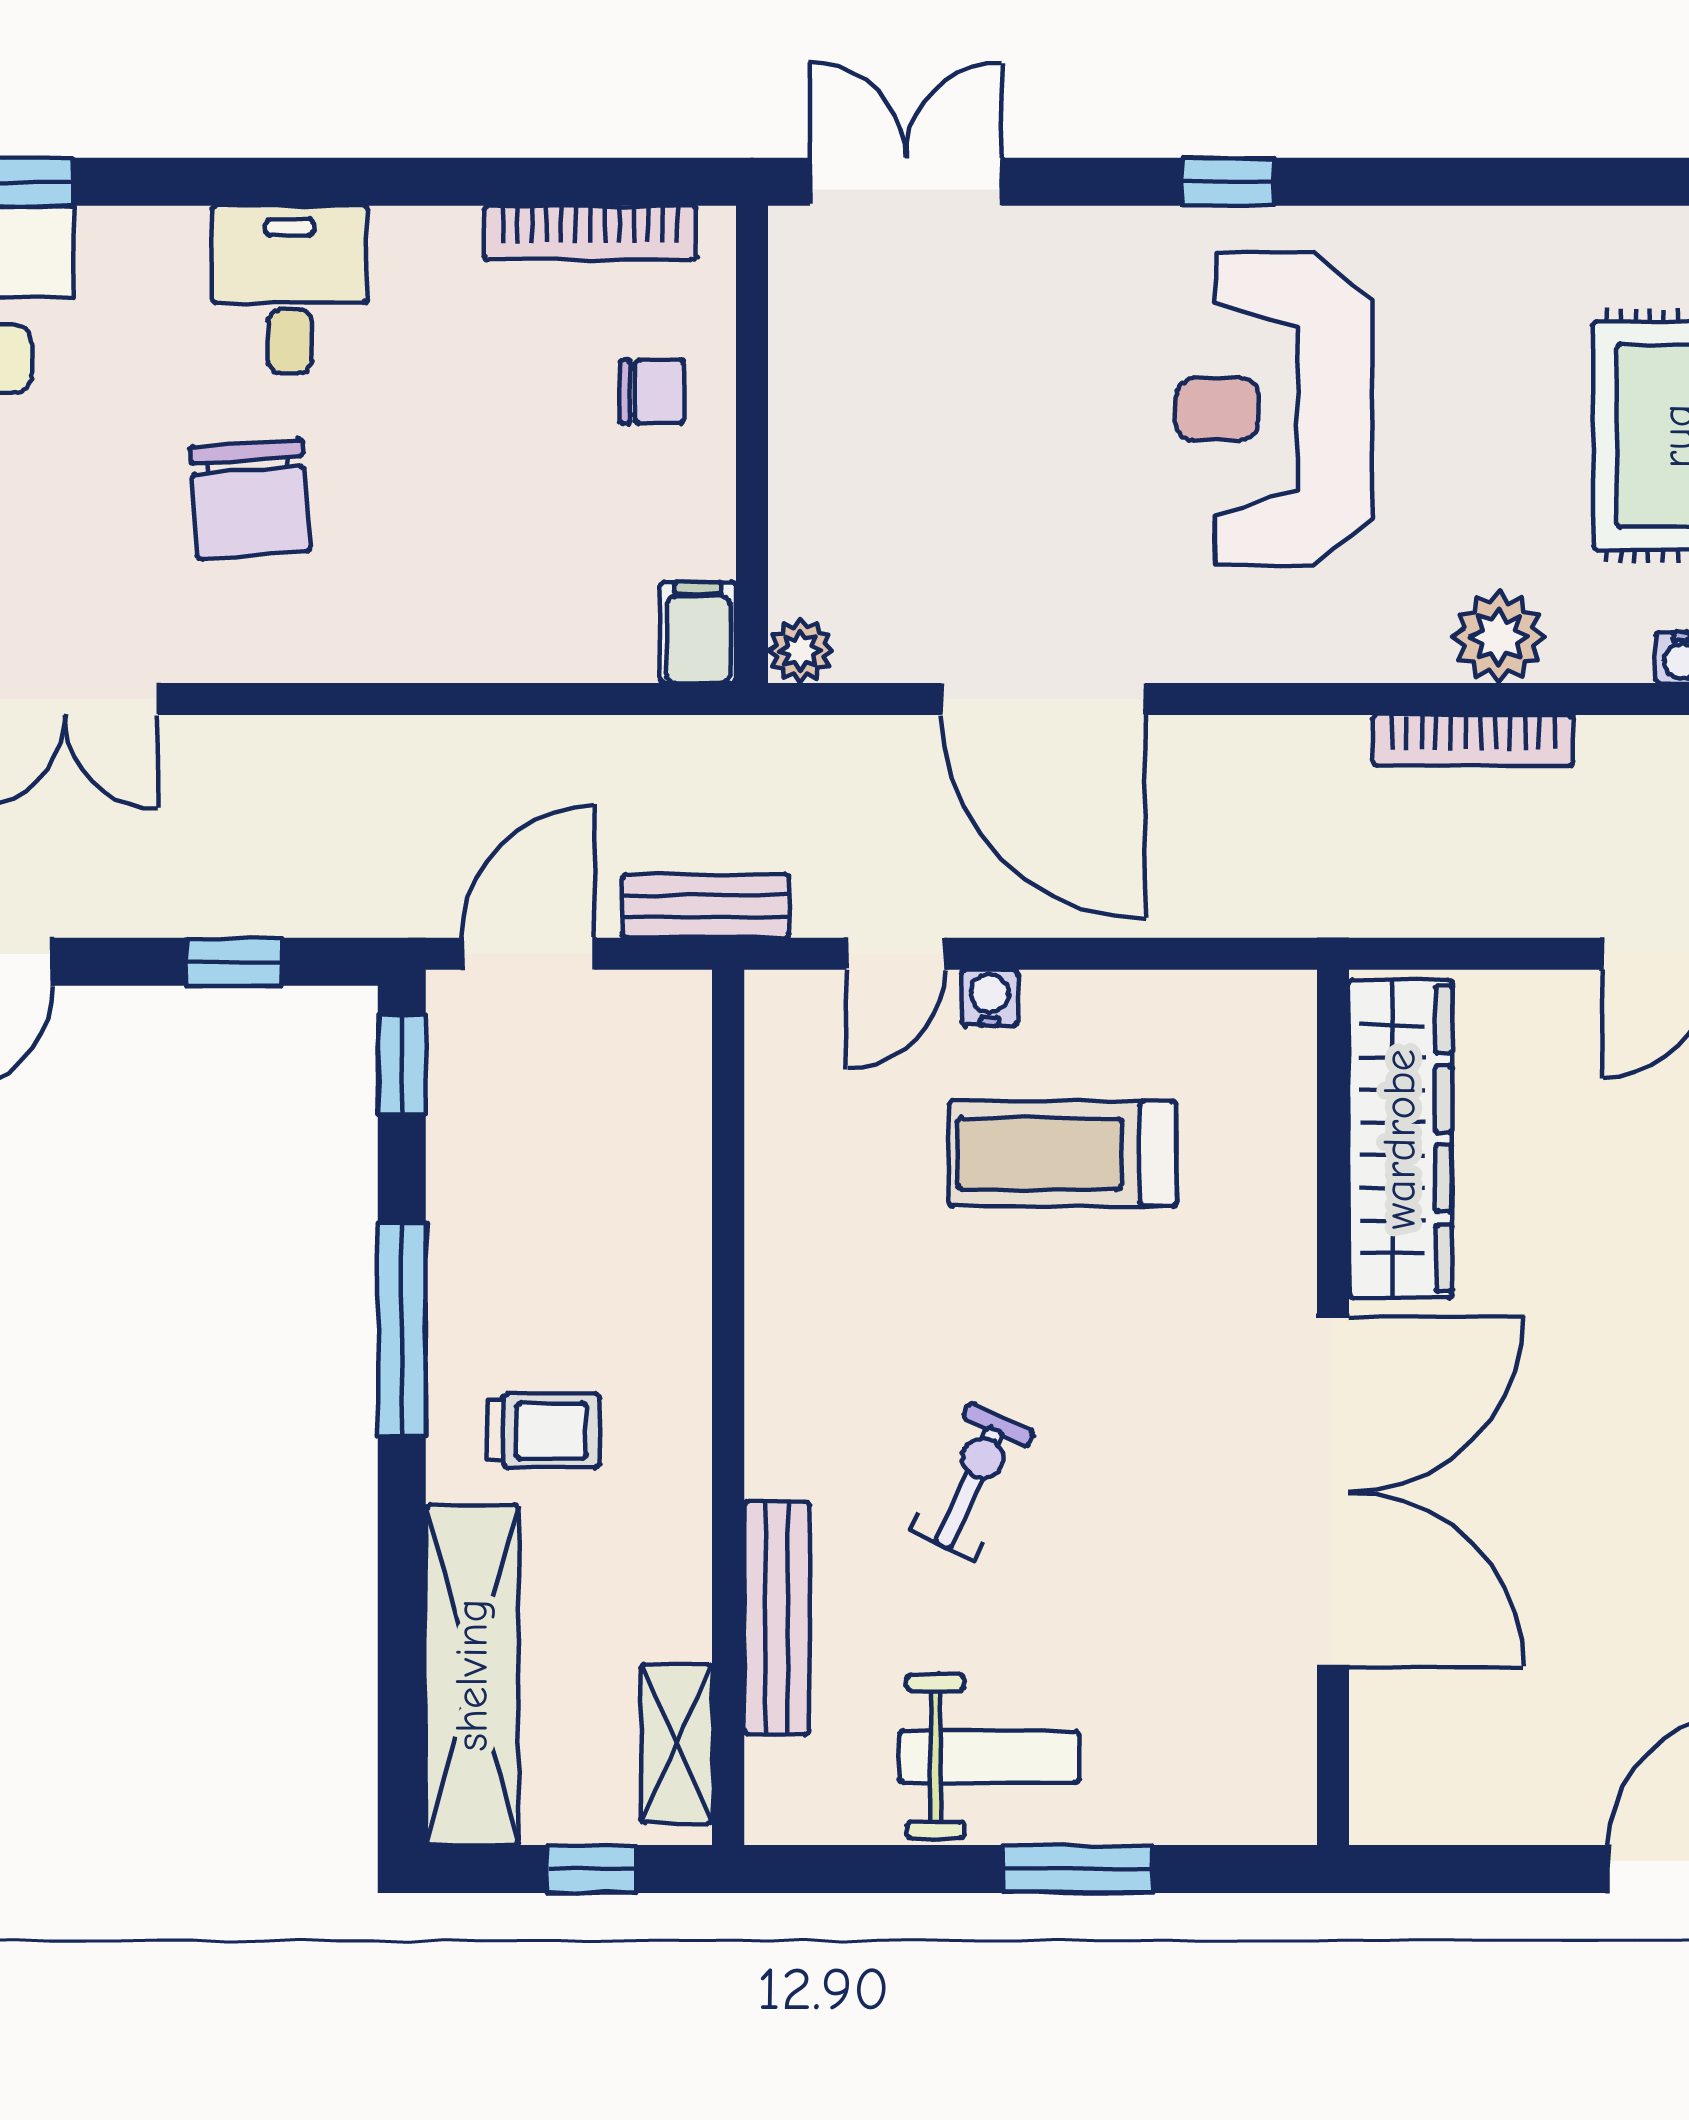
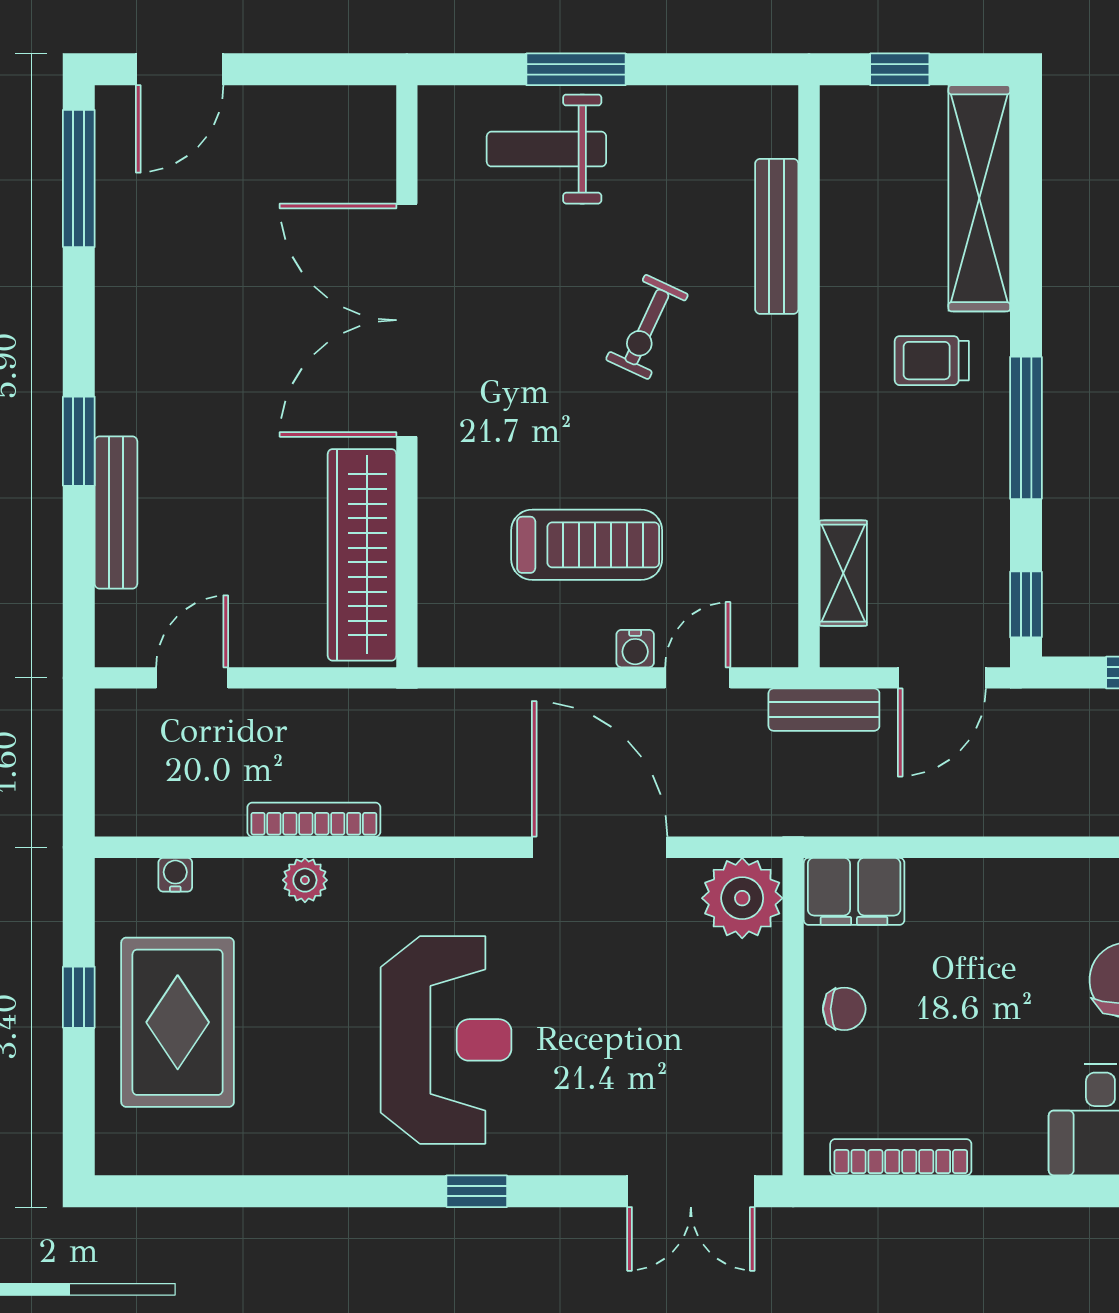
chair: (652, 391) -> (844, 1009), moved, turned 180
filing cabinet: (698, 633) -> (854, 891), width x2.00
plant: (1499, 637) -> (305, 880), width x0.73, depth x0.73
plant: (800, 651) -> (742, 898), width x1.87, depth x1.87
shelving: (677, 1744) -> (843, 573), moved
weight bench: (989, 1757) -> (546, 149), moved

